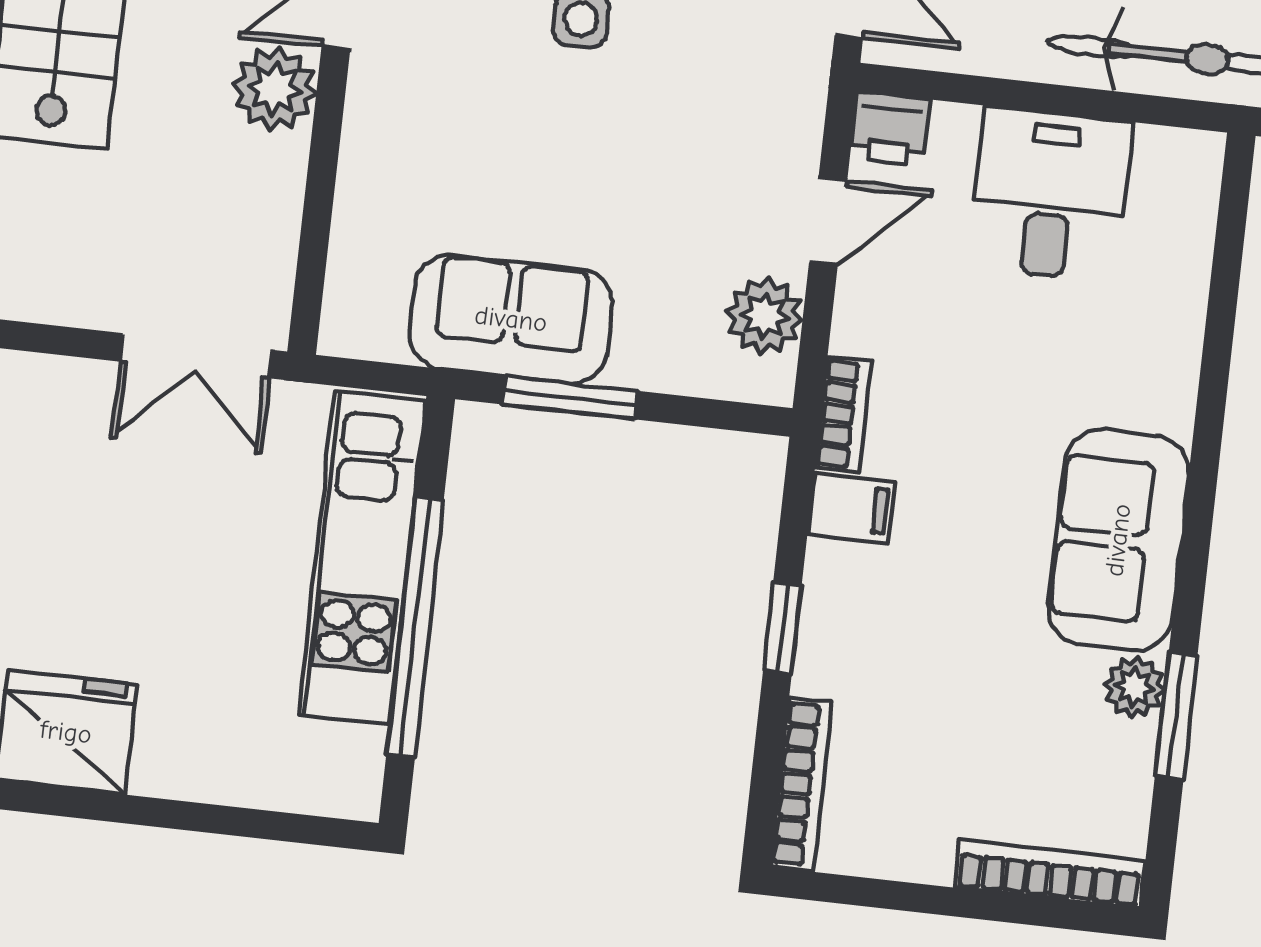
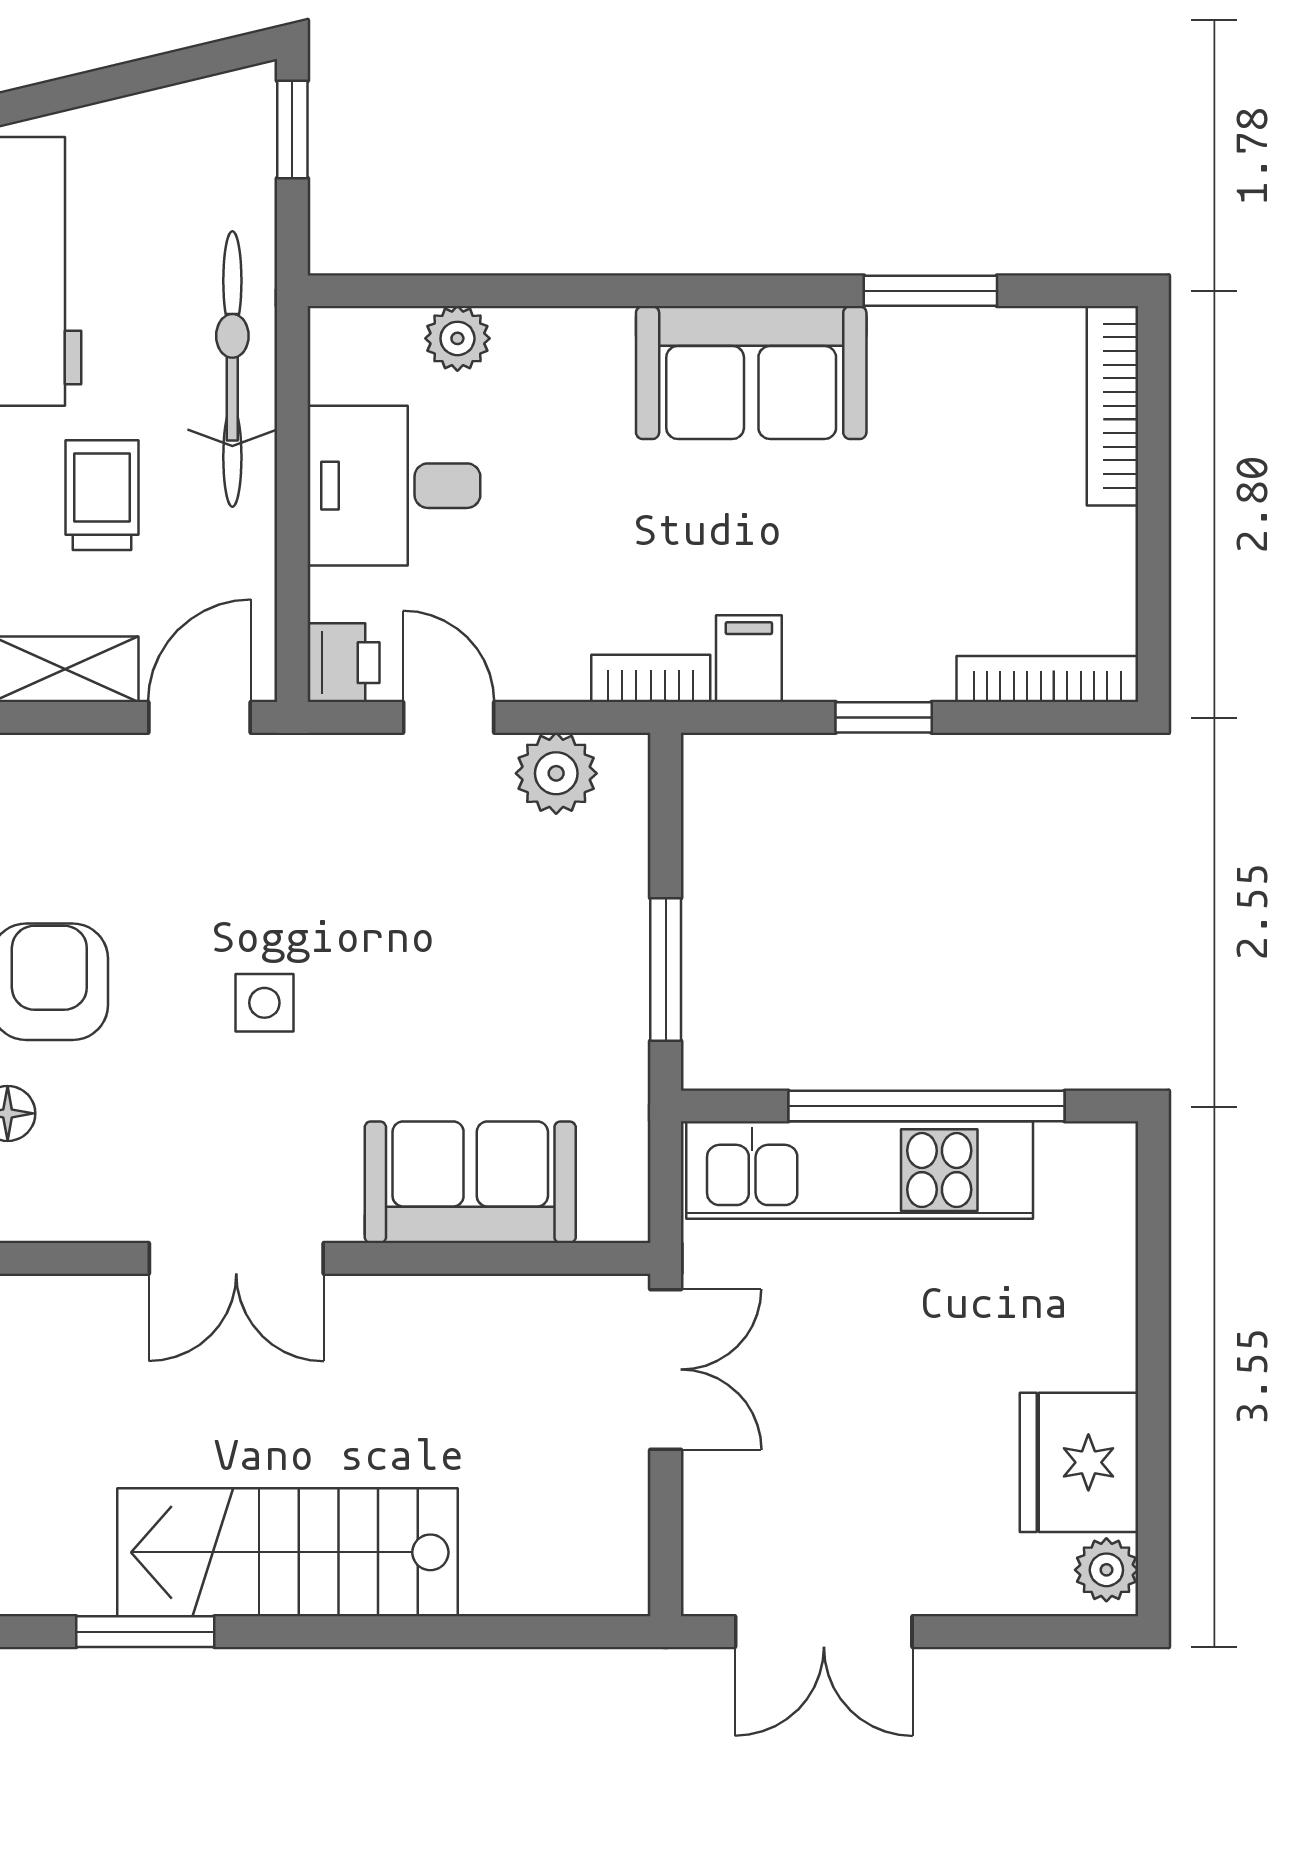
plant: (275, 89) -> (374, 1318), removed
sofa: (511, 319) -> (470, 1182), moved, turned 90
plant: (1134, 687) -> (457, 338), moved

